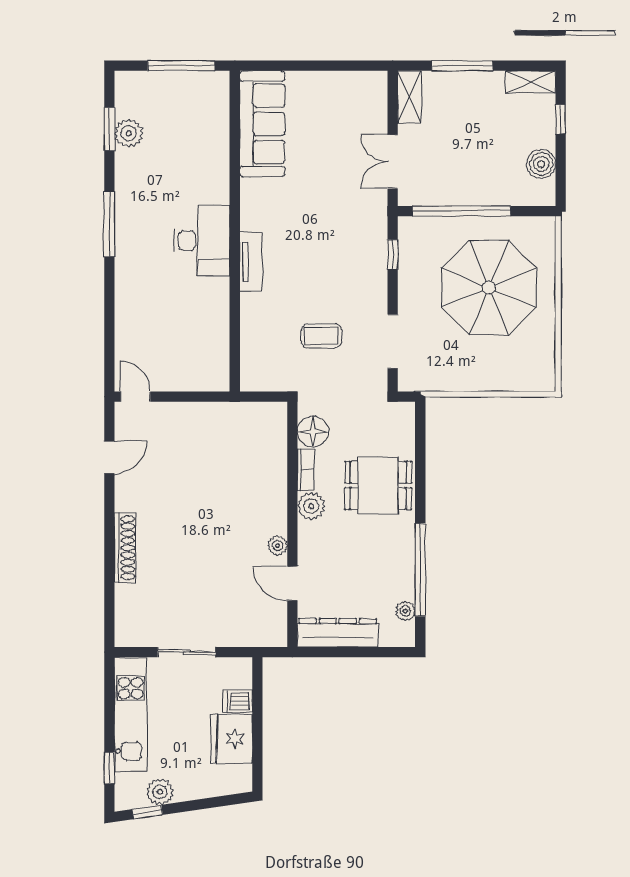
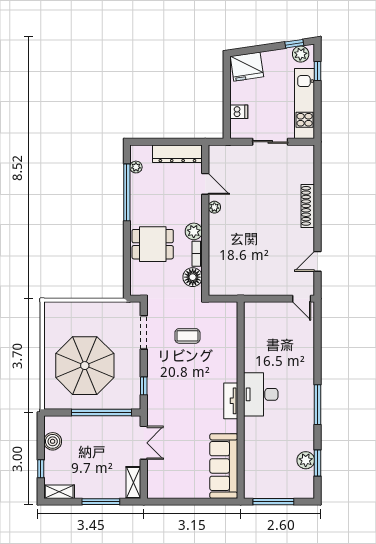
tv unit: (251, 262) -> (231, 401), moved
fridge: (232, 739) -> (247, 67), moved, turned 82
plant: (160, 792) -> (301, 54), moved

